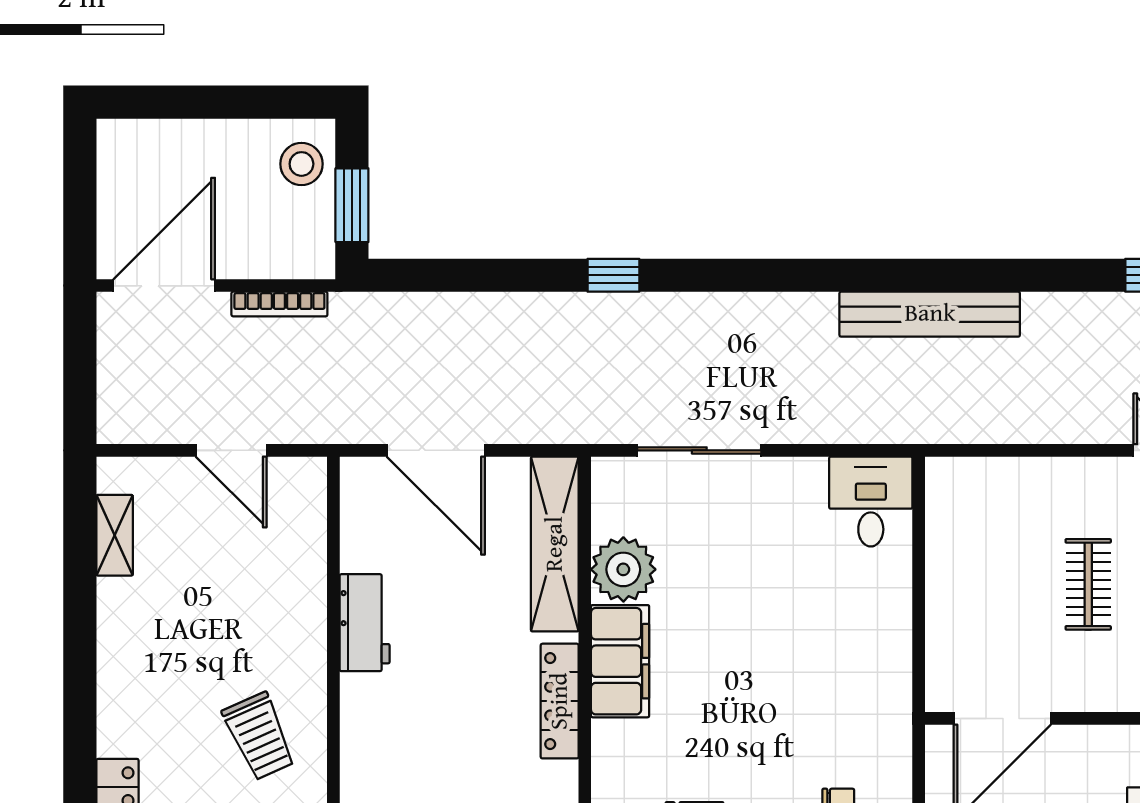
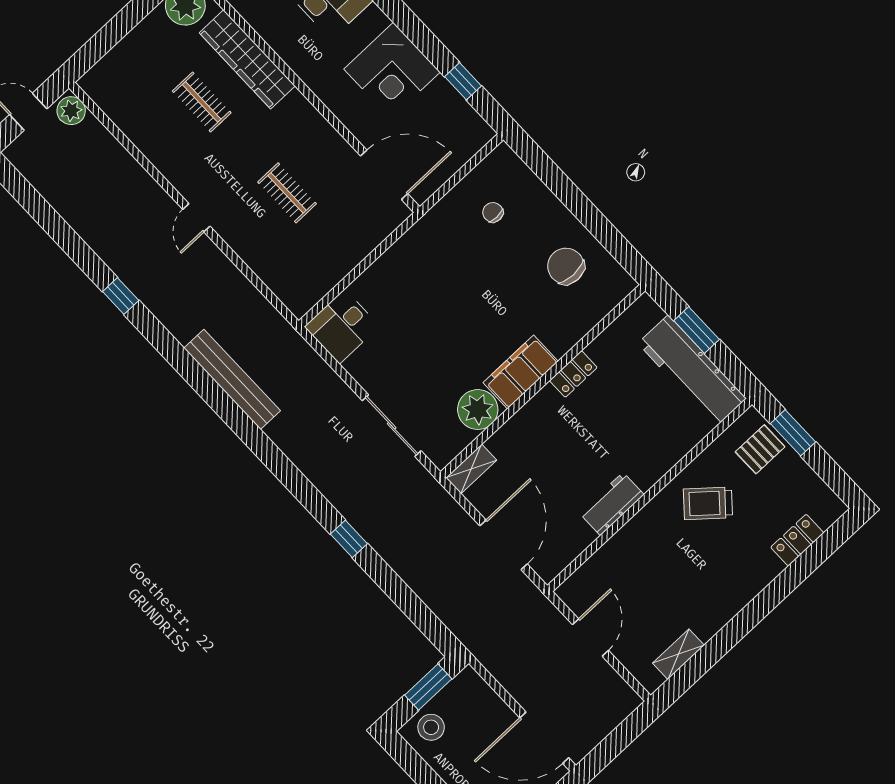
bookcase: (279, 304) -> (504, 678), removed
shelving: (555, 544) -> (471, 469), width x0.45, depth x0.75
clothes rail: (1088, 584) -> (287, 193), turned 90
locker: (560, 701) -> (573, 374), width x0.66
trolley: (259, 736) -> (708, 503), turned -115

